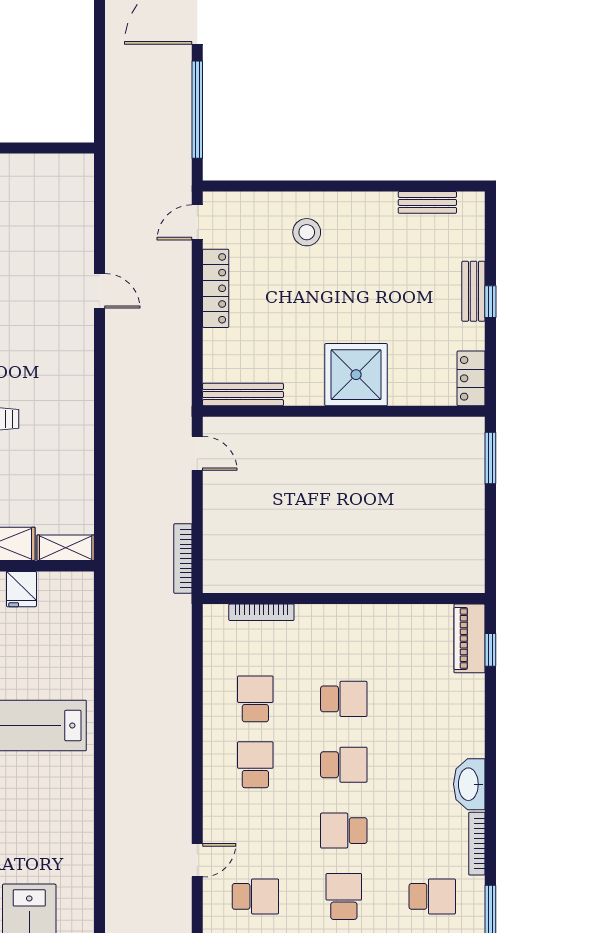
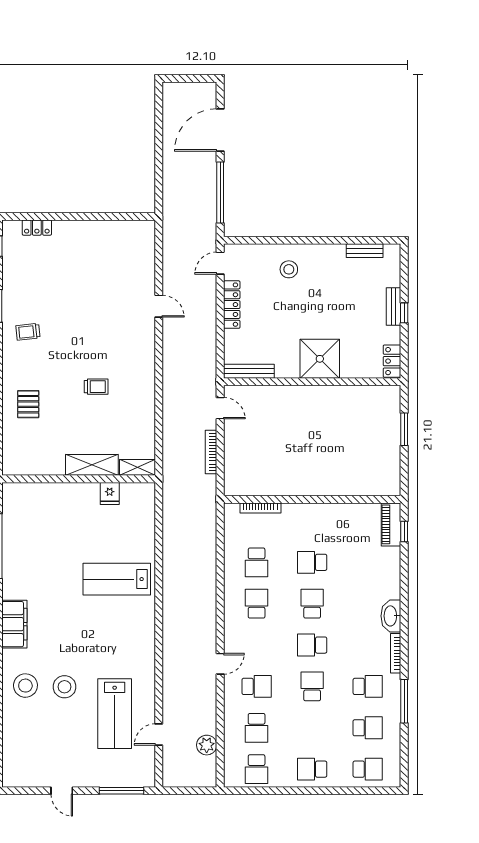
window: (490, 458) -> (404, 429), moved
bookcase: (183, 559) -> (211, 452), moved
school desk: (255, 699) -> (257, 562), turned 180
school desk: (344, 699) -> (312, 562), turned 180
school desk: (344, 765) -> (312, 604), turned -90

